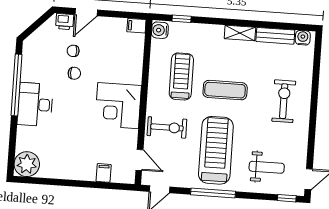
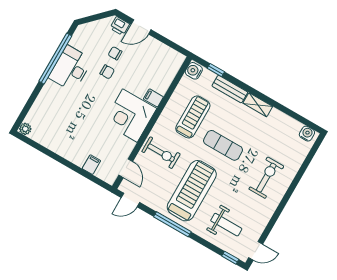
filing cabinet: (136, 26) -> (153, 98), moved
bench: (275, 36) -> (230, 89), moved
desk: (35, 104) -> (71, 68), moved
plant: (27, 164) -> (25, 129), width x0.53, depth x0.53

